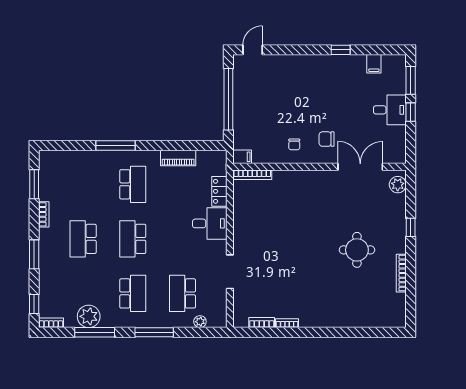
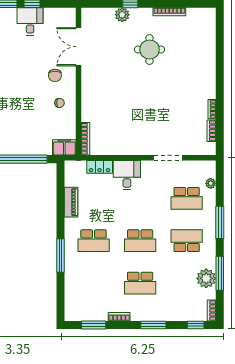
filing cabinet: (242, 157) -> (64, 147), width x2.00
school desk: (133, 184) -> (94, 241), turned 180
plant: (398, 185) -> (122, 15), moved

